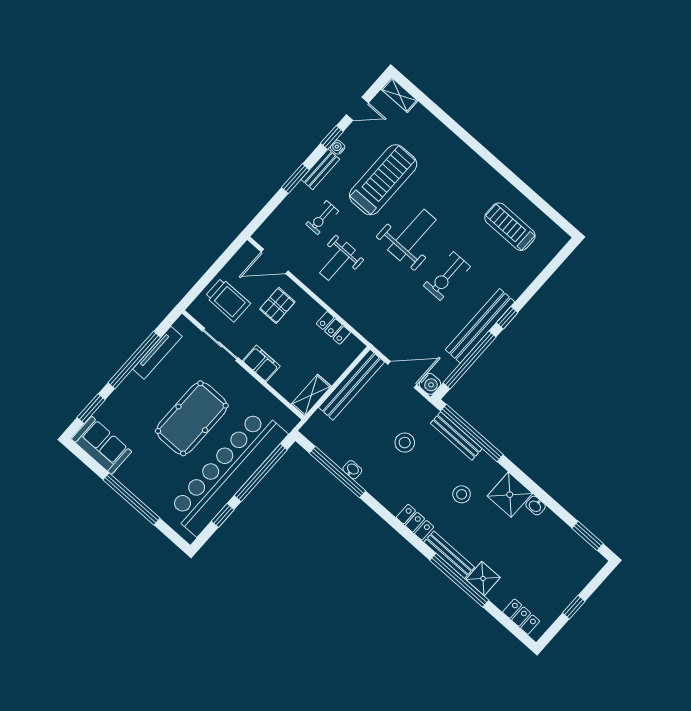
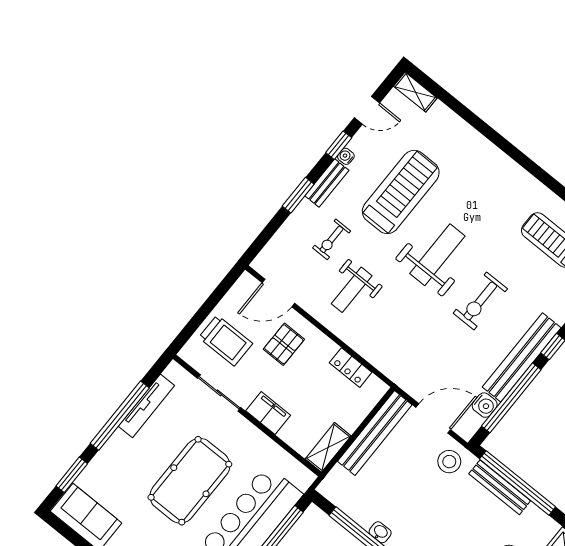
water cooler: (430, 384) -> (485, 405), moved
stool: (405, 443) -> (449, 462), moved

